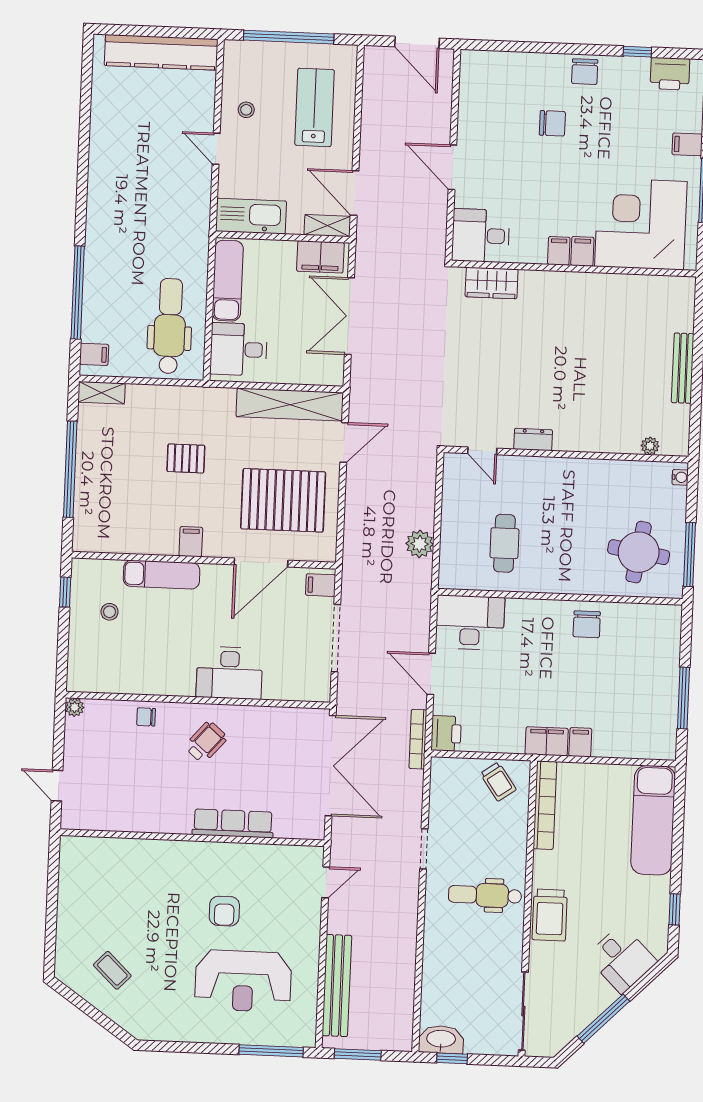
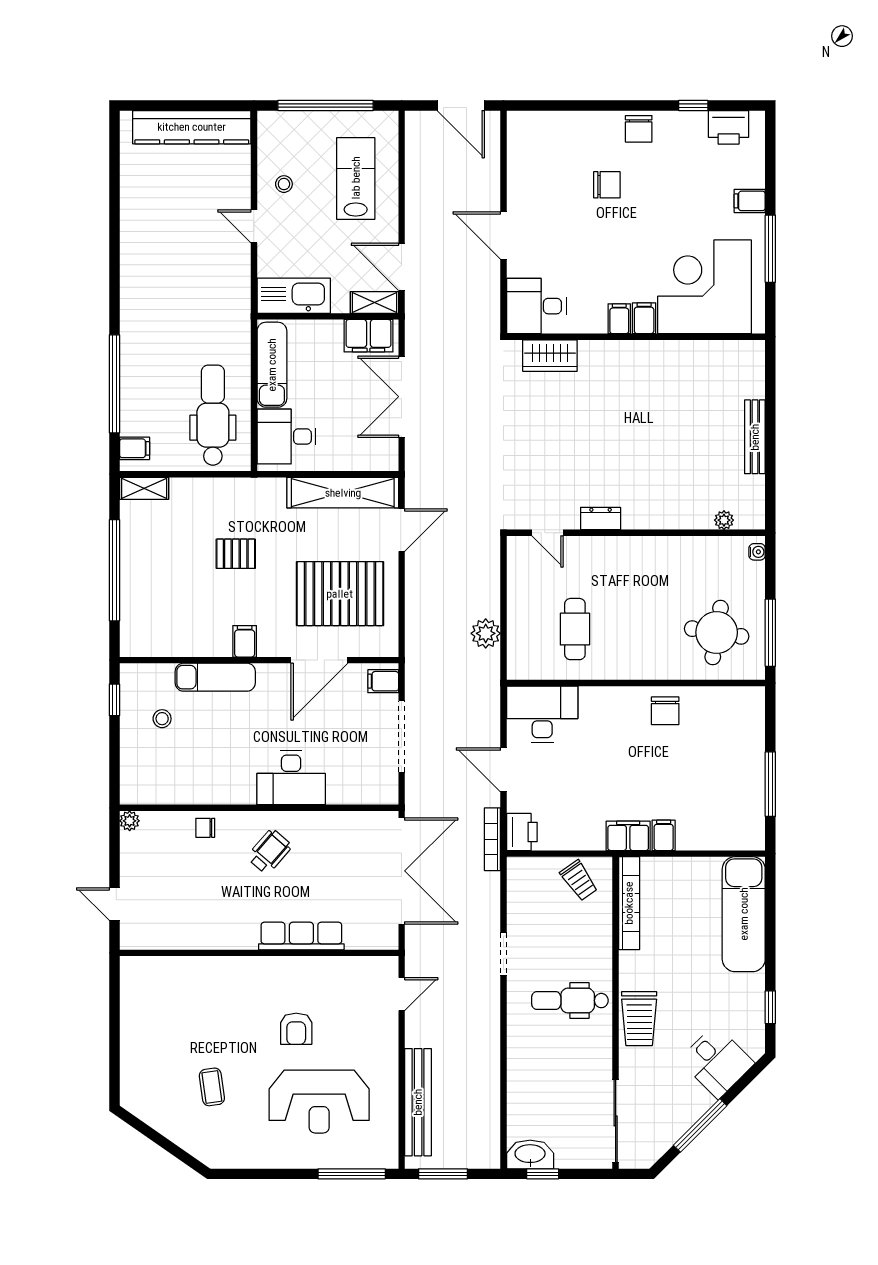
coffee table: (112, 970) -> (212, 1087), moved, turned 38

